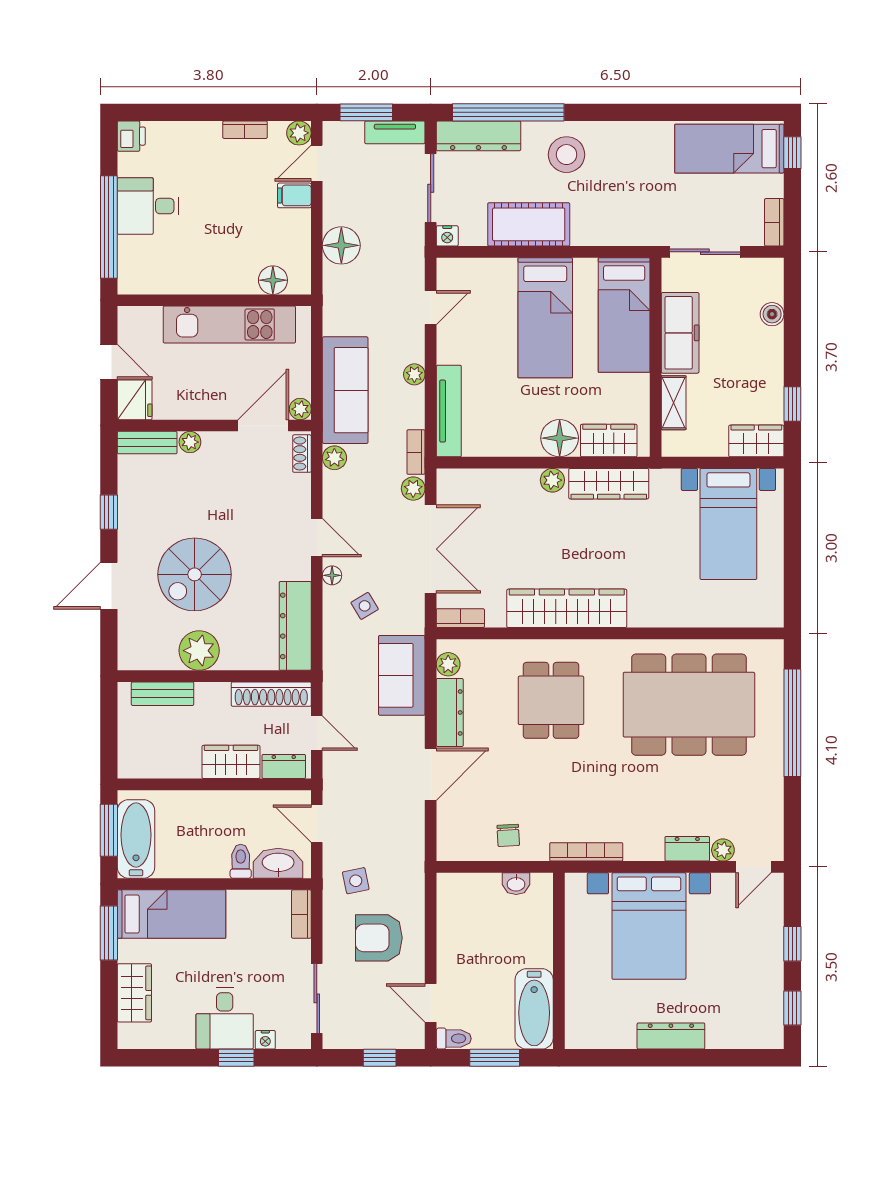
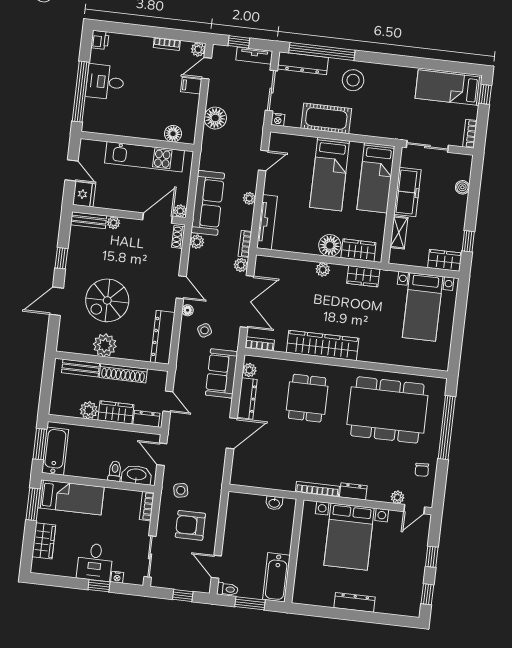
window: (366, 112) -> (239, 42), width x0.67
wardrobe: (609, 484) -> (363, 276), width x0.67
shoe rack: (271, 694) -> (123, 373), moved
plant: (185, 764) -> (89, 410), added
chair: (508, 835) -> (422, 470), moved
dresser: (687, 849) -> (353, 491), moved

